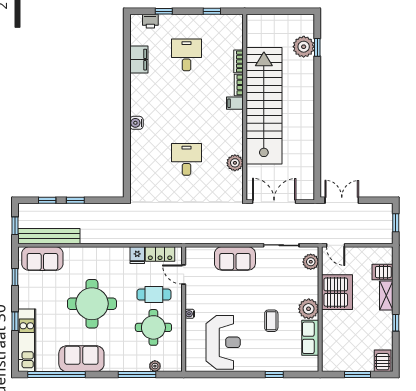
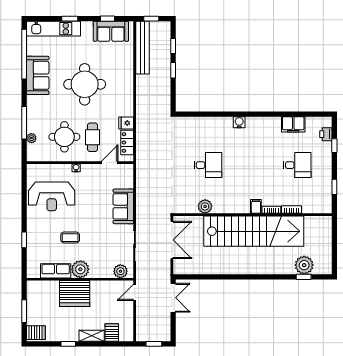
sofa: (42, 259) -> (111, 31), moved, turned -90
server rack: (337, 292) -> (75, 294), moved

